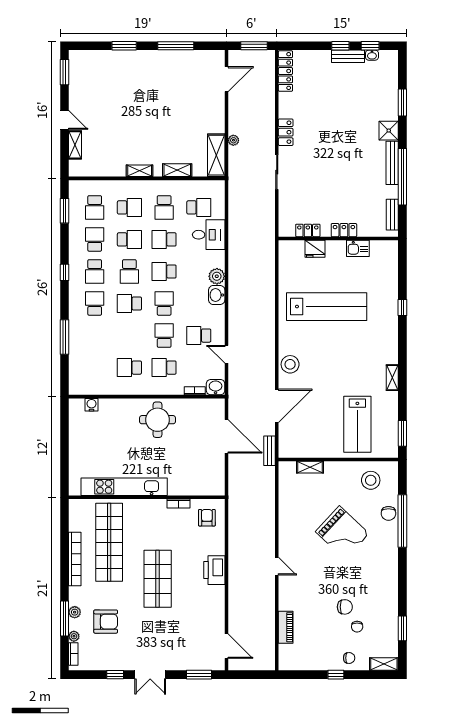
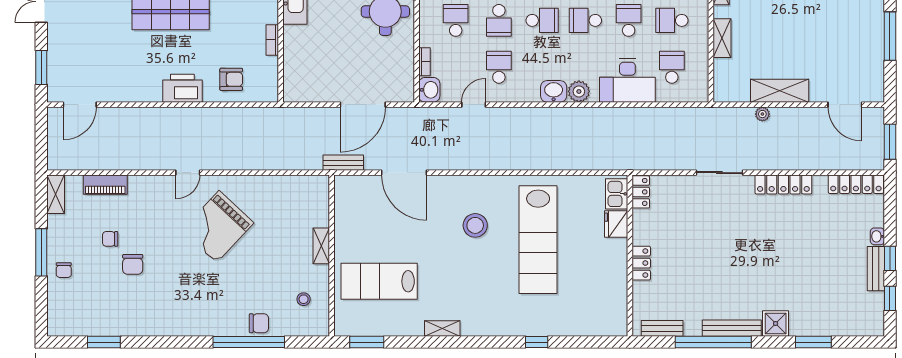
washbasin: (372, 55) -> (877, 236), moved
locker: (286, 132) -> (783, 184), width x1.53
shelving: (216, 155) -> (780, 91), moved
school desk: (199, 207) -> (672, 67), turned 180
locker: (308, 230) -> (641, 192), moved
desk: (209, 235) -> (627, 80), width x1.37
kitchen sink: (358, 248) -> (617, 194), moved
school desk: (164, 271) -> (585, 20), turned -90
school desk: (164, 336) -> (499, 20), turned 90
stool: (290, 364) -> (475, 225), moved
shelving: (310, 467) -> (321, 246), moved
stool: (371, 480) -> (304, 299), width x0.53, depth x0.53
chair: (388, 513) -> (259, 323), turned 180
armchair: (207, 518) -> (231, 79), moved
grand piano: (342, 532) -> (218, 227), moved
chair: (357, 627) -> (110, 239), moved
shelving: (384, 664) -> (56, 194), moved
window: (336, 675) -> (41, 252), width x2.17

